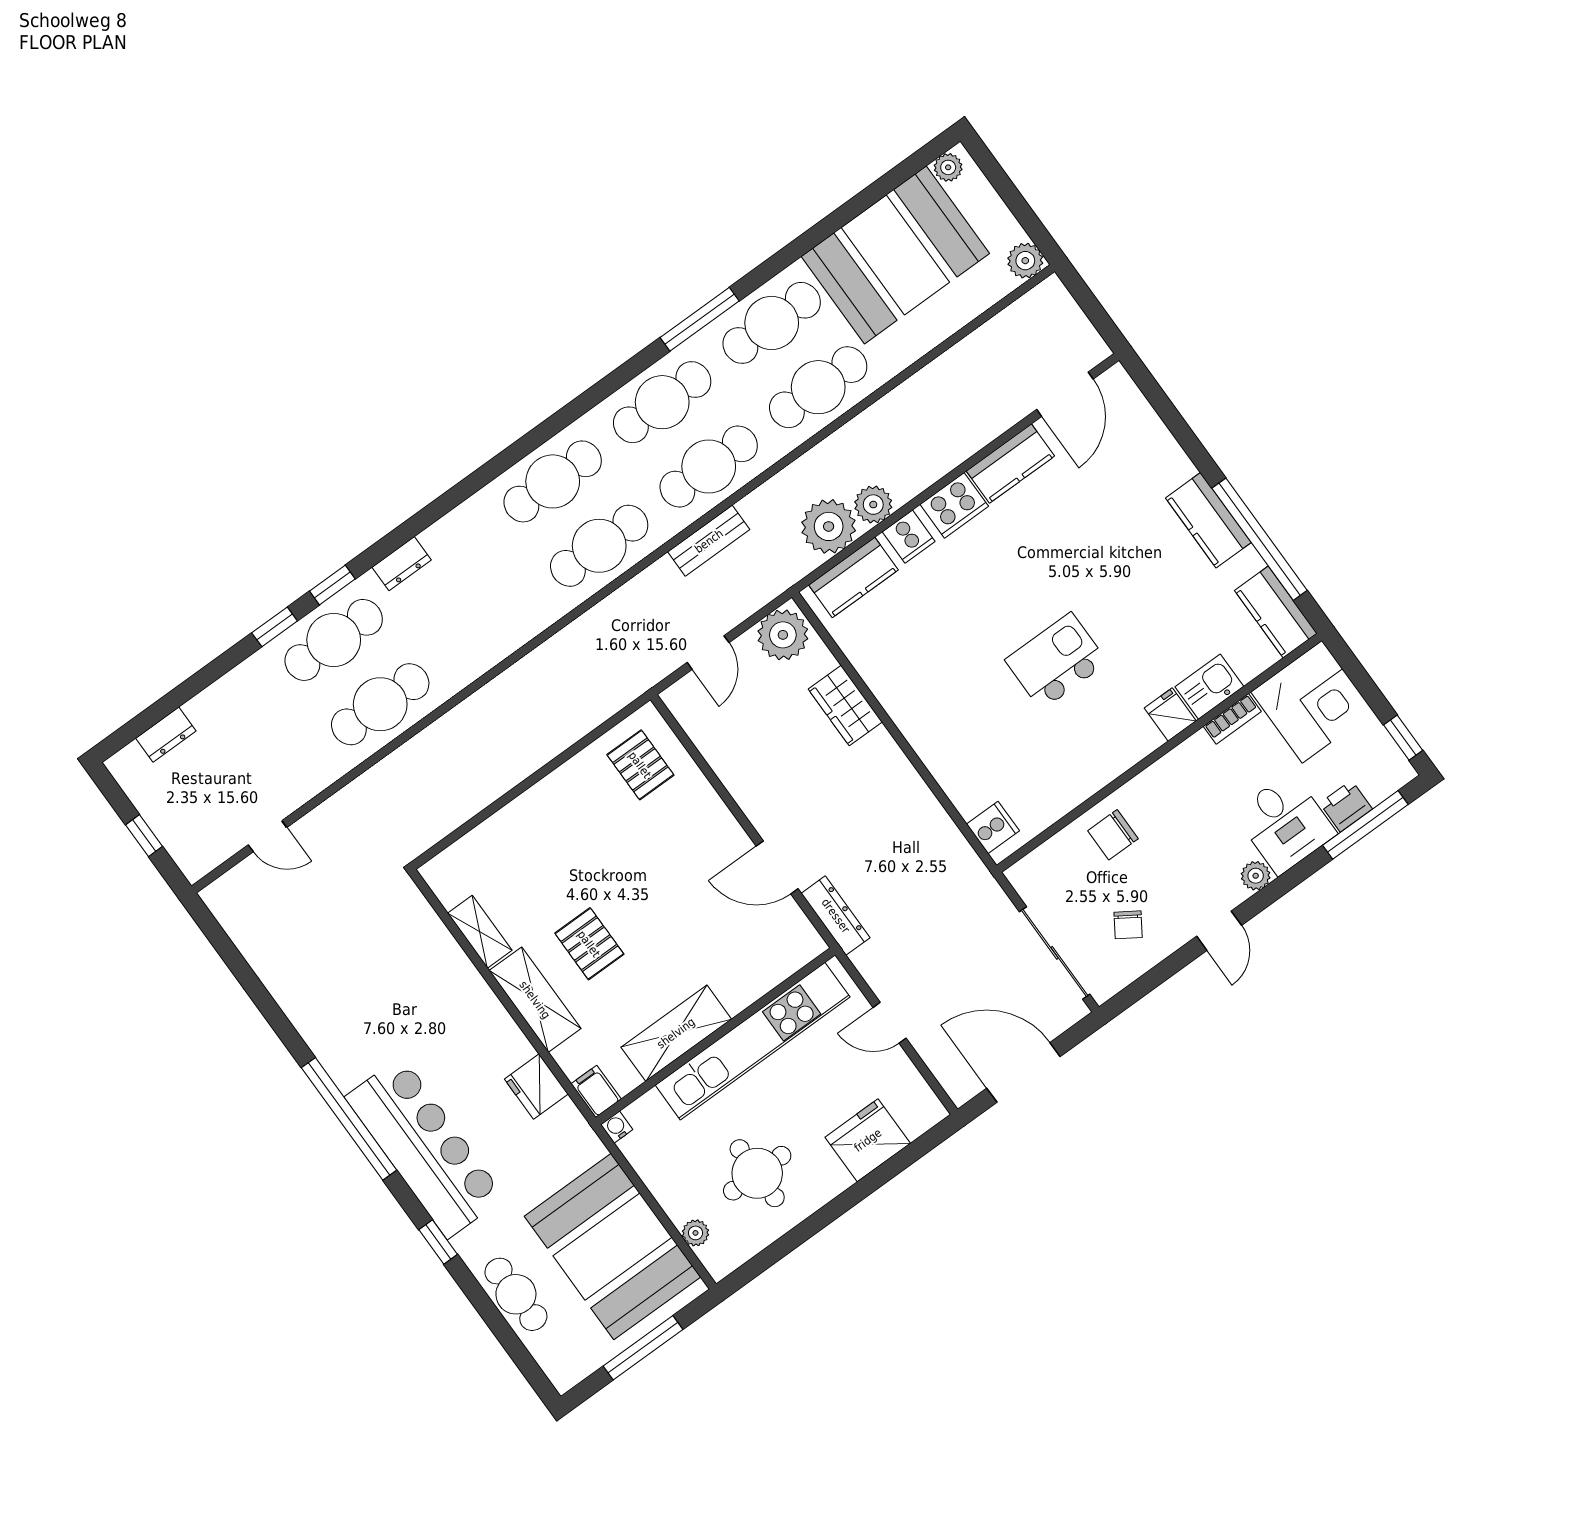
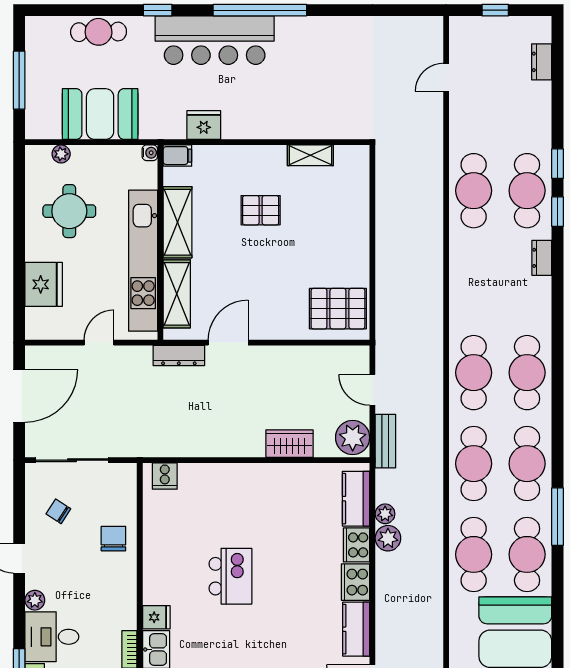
plant: (829, 526) -> (385, 514), width x0.53, depth x0.53
cooker: (909, 537) -> (357, 545), width x1.36
bench: (709, 541) -> (385, 441), moved
pallet: (640, 765) -> (338, 309), width x1.50, depth x1.42
shelving: (535, 1000) -> (177, 294), moved, turned 90
booth: (612, 1247) -> (100, 114), width x0.73, depth x0.70

